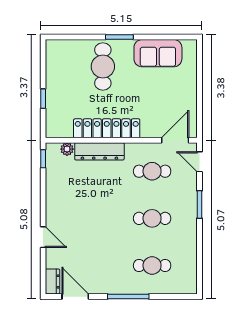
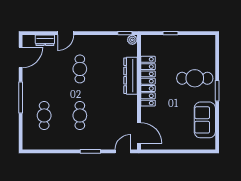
plant: (67, 149) -> (132, 40), moved
cafe table: (152, 171) -> (80, 69), moved
dresser: (53, 282) -> (45, 40), moved

